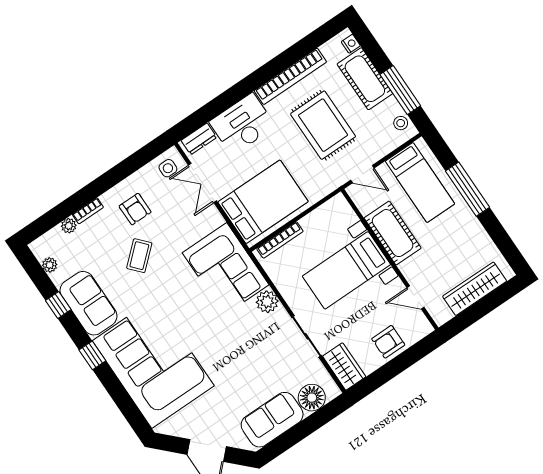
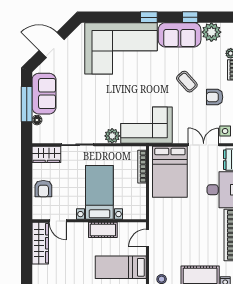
rug: (323, 125) -> (190, 235), removed
cot: (393, 233) -> (103, 230), width x0.73, depth x0.75
plant: (50, 265) -> (211, 32), width x1.87, depth x1.87
wardrobe: (475, 289) -> (40, 243), moved
door: (416, 298) -> (58, 221), swing flipped
armchair: (388, 342) -> (43, 189), turned 180
floor lamp: (312, 398) -> (37, 120), width x0.53, depth x0.53
window: (299, 432) -> (27, 104), added

